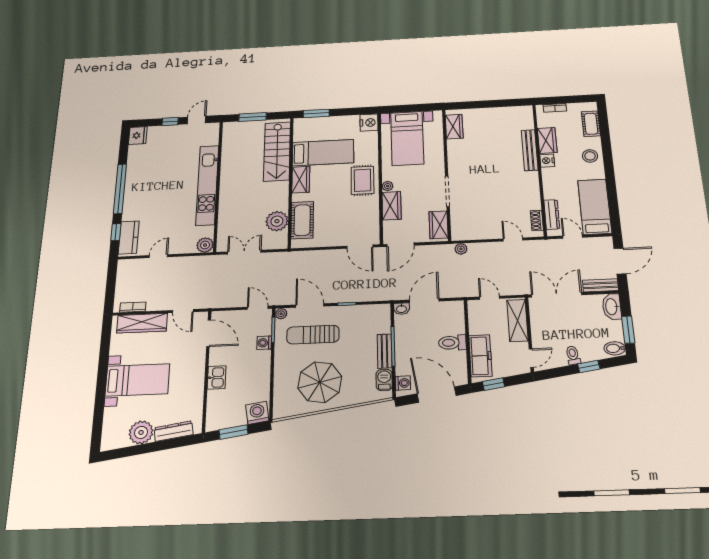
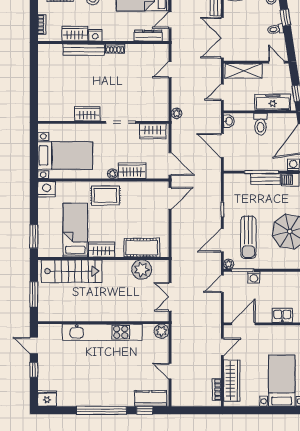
wardrobe: (454, 127) -> (87, 114), moved
shoe rack: (537, 220) -> (115, 49), moved
washbasin: (401, 309) -> (229, 121), moved

